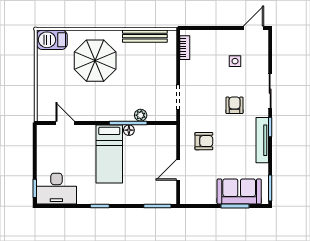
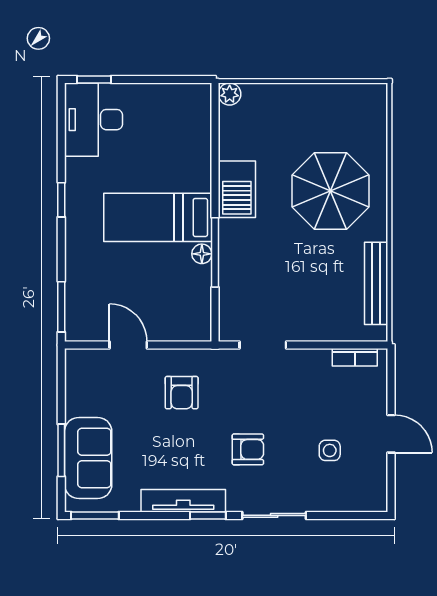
door: (253, 28) -> (391, 434), moved
barbecue: (52, 40) -> (237, 189), moved, turned 180
plant: (141, 115) -> (230, 94), moved
door: (65, 123) -> (215, 136), removed

